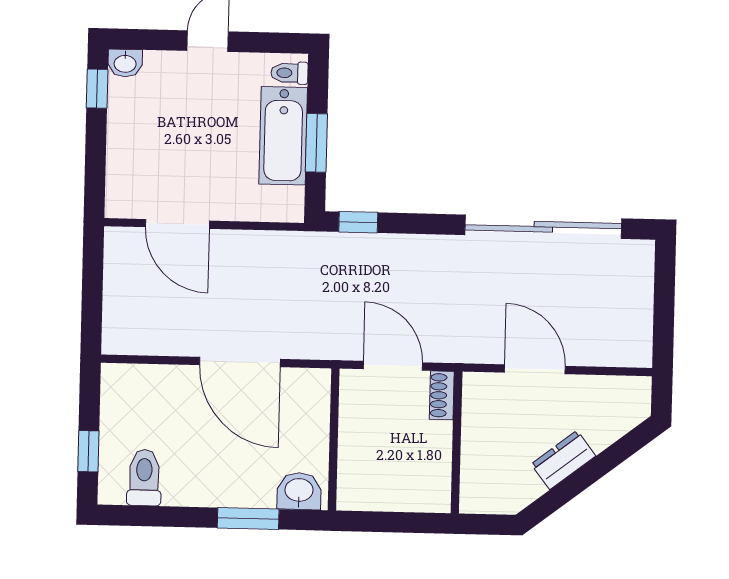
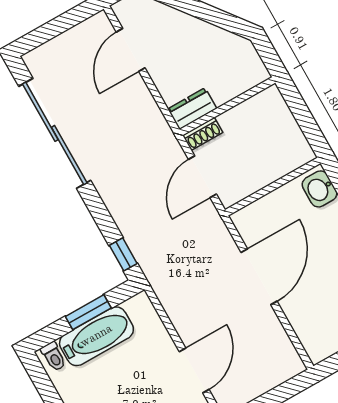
door: (535, 369) -> (131, 50), moved
dresser: (563, 460) -> (192, 109), moved, turned 128

